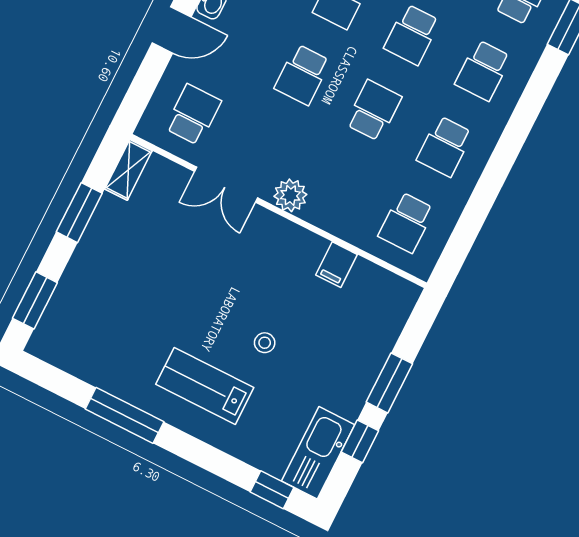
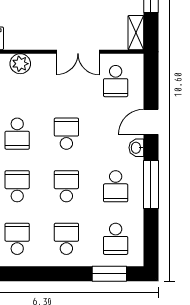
double door: (226, 185) -> (78, 52), swing flipped
plant: (290, 195) -> (20, 64), moved

